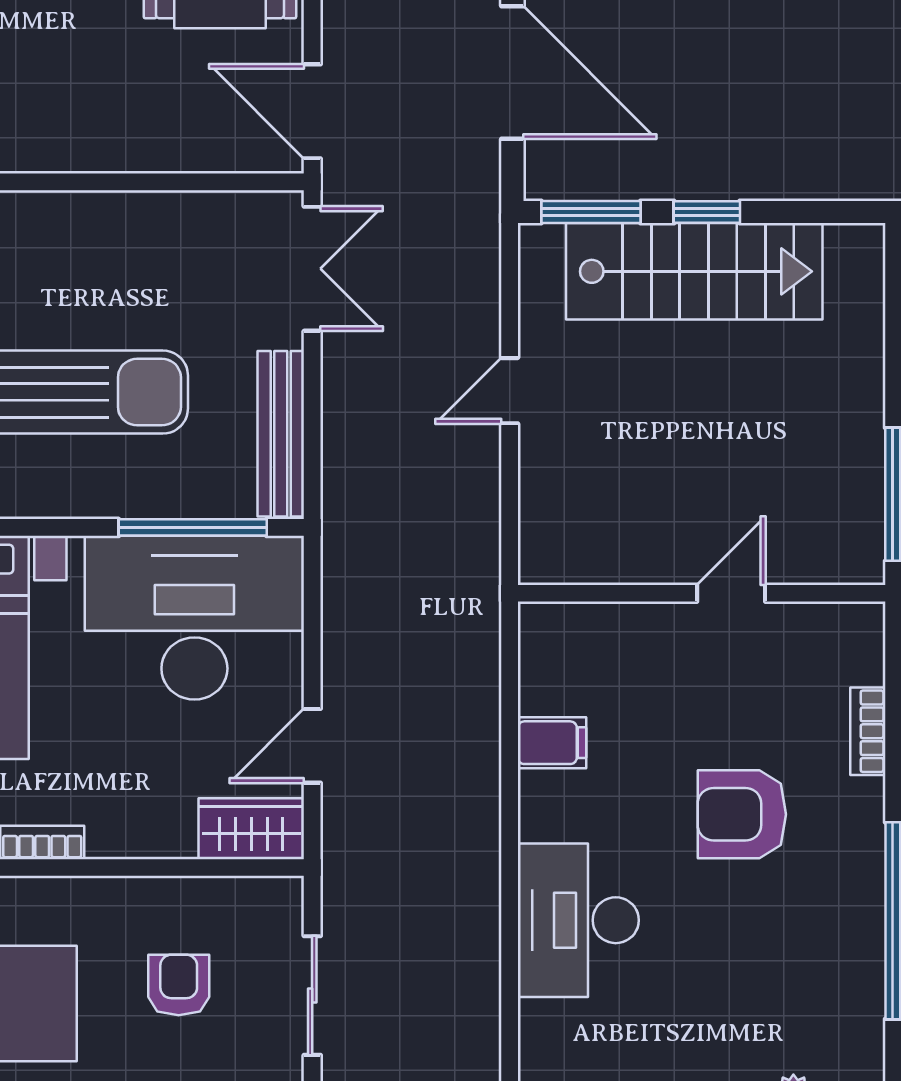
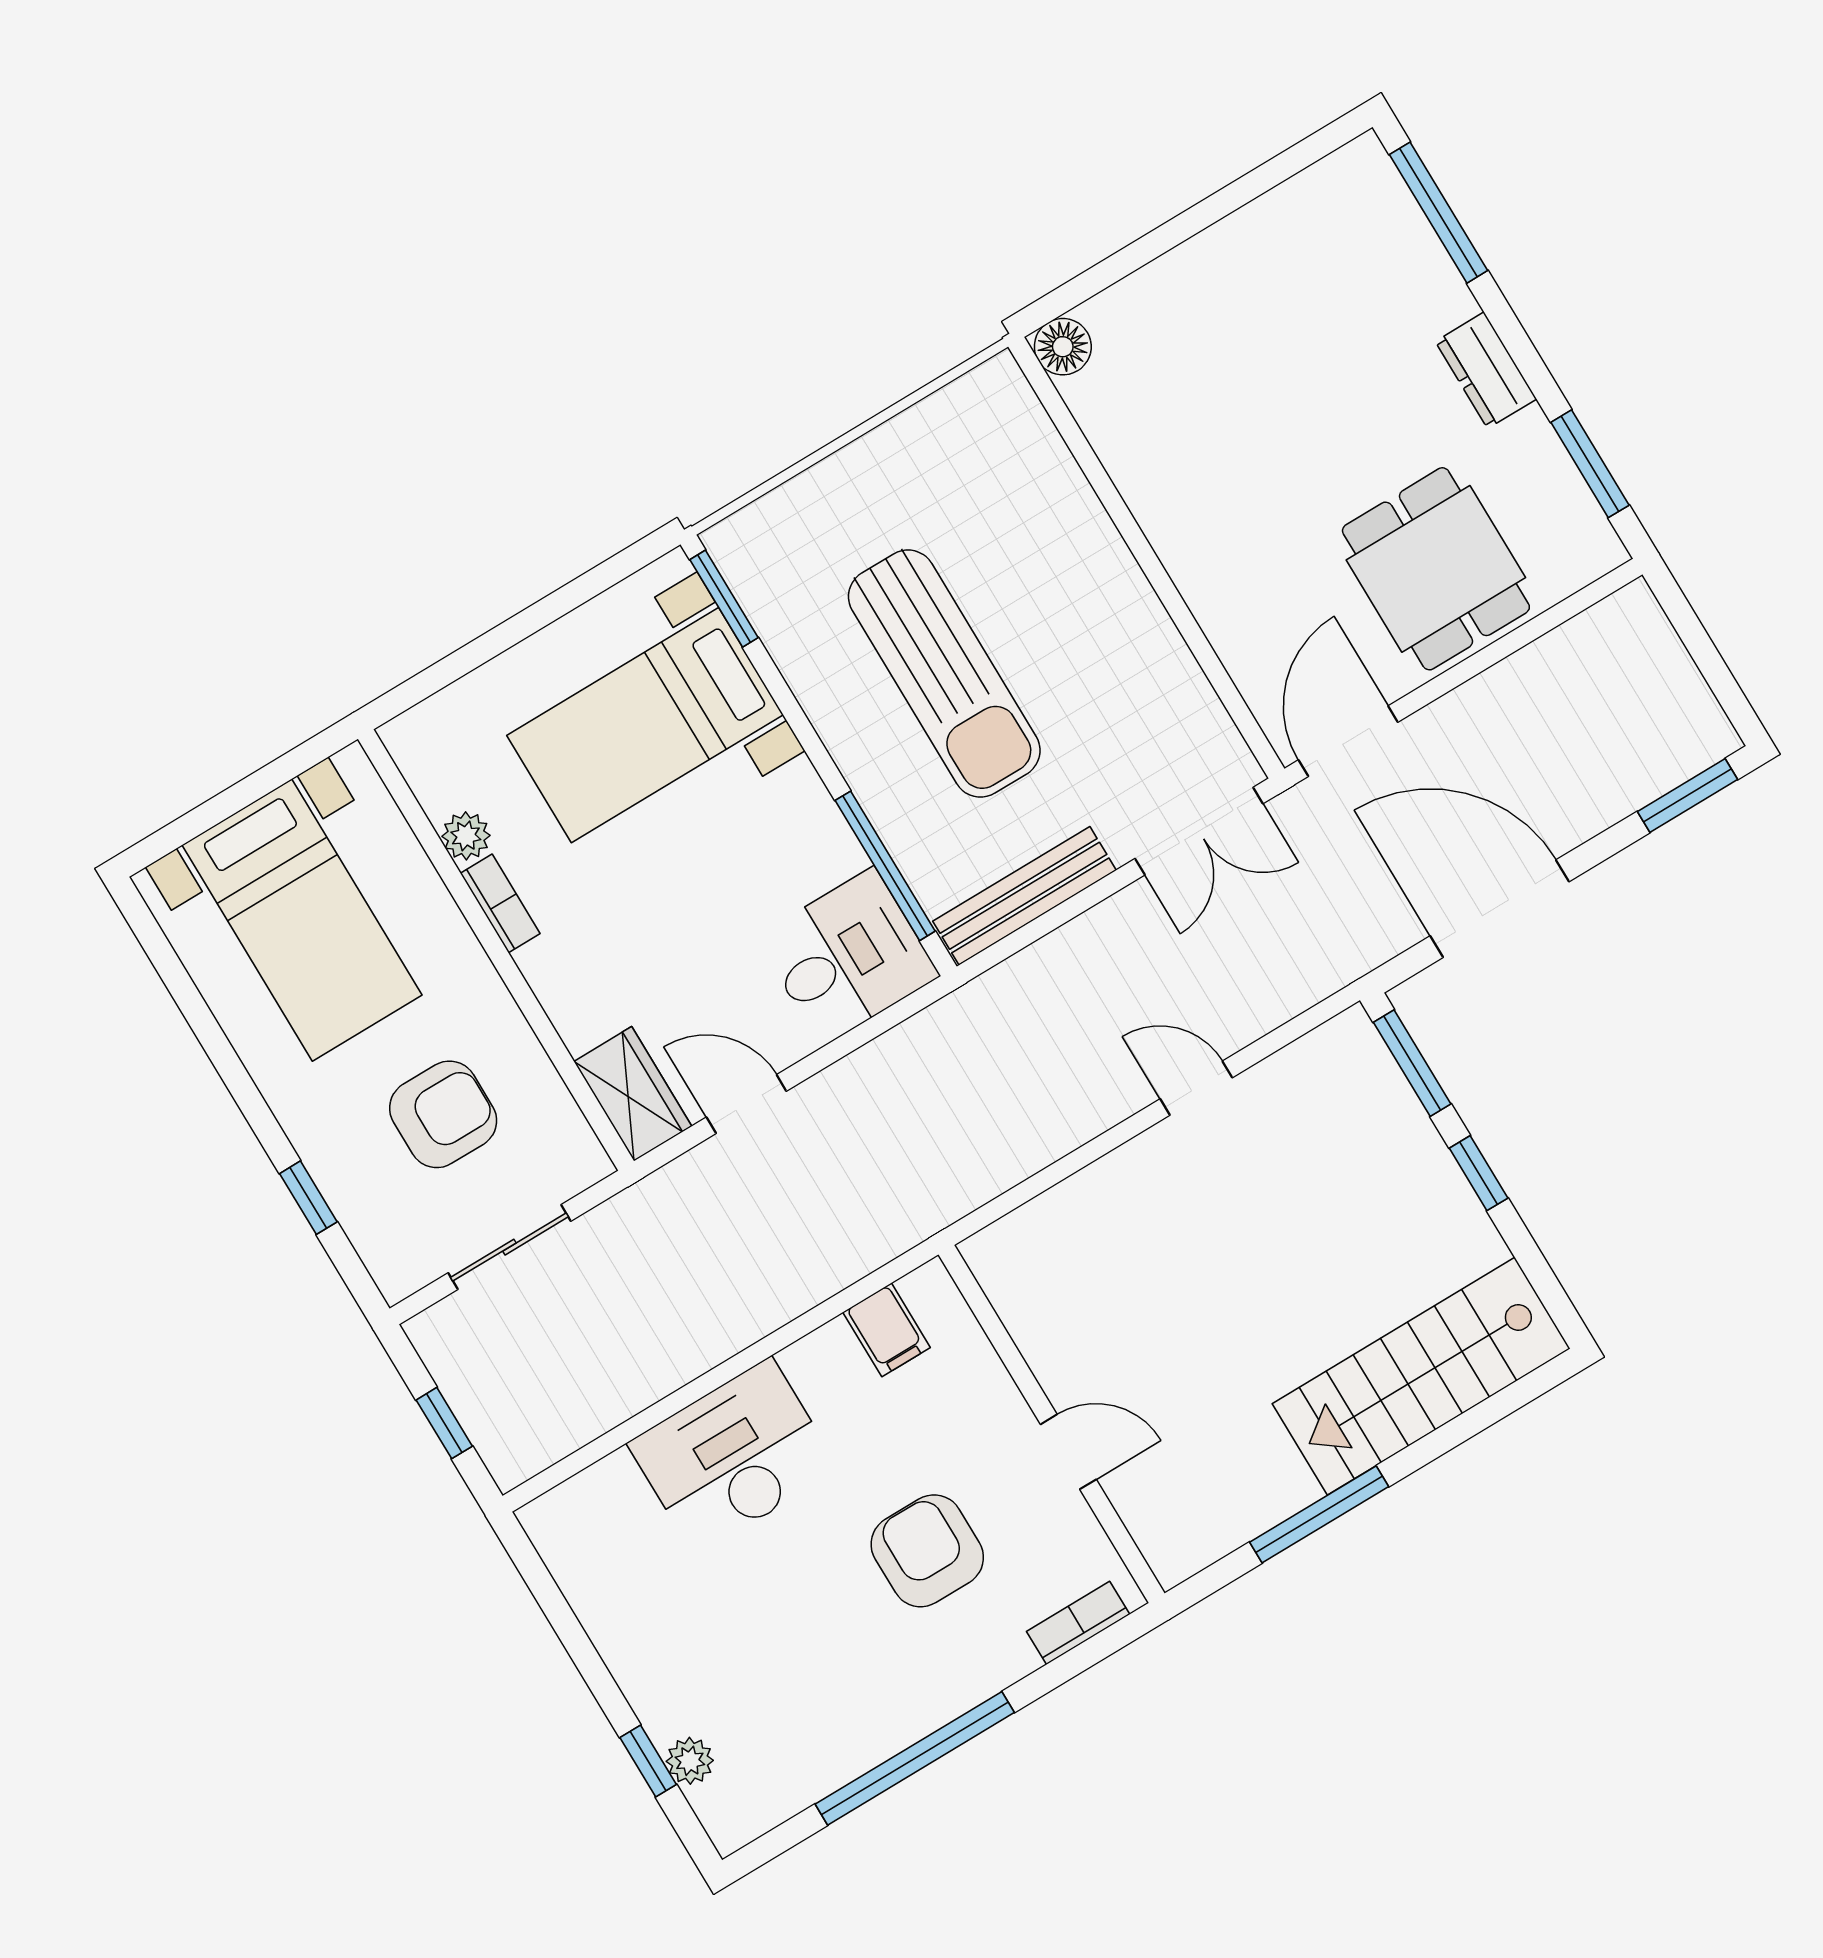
door: (512, 72) -> (1500, 909), swing flipped
stairs: (694, 271) -> (1421, 1376), moved, turned 90
wall: (702, 593) -> (1051, 1424), moved
door: (731, 593) -> (1068, 1452), moved
desk: (194, 618) -> (848, 957), width x0.53, depth x0.77
armchair: (179, 985) -> (443, 1114), width x1.38, depth x1.38

